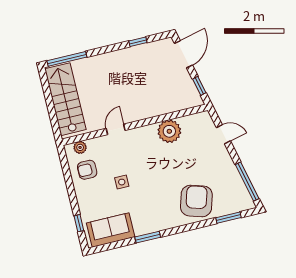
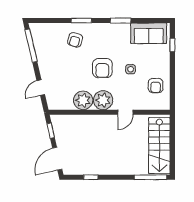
door: (223, 134) -> (41, 88), hinge flipped
plant: (80, 147) -> (103, 100), moved, width x1.88, depth x1.88
armchair: (87, 170) -> (156, 86), turned 90
armchair: (156, 175) -> (102, 68), added
armchair: (196, 201) -> (75, 40), width x0.53, depth x0.53
window: (228, 218) -> (81, 21), moved

